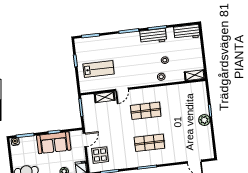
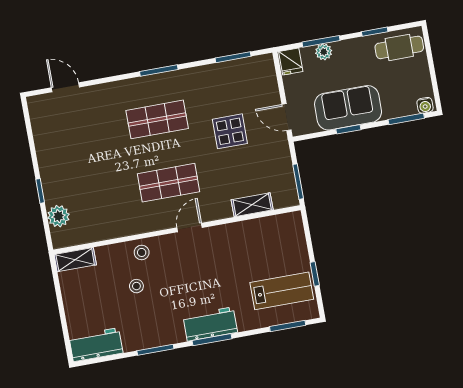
workbench: (153, 36) -> (210, 324), moved
lab bench: (99, 69) -> (282, 291), moved, turned 180
door: (122, 89) -> (190, 228), moved
plant: (204, 120) -> (58, 216), moved
door: (85, 140) -> (287, 117), hinge flipped
display table: (100, 155) -> (230, 131), moved

